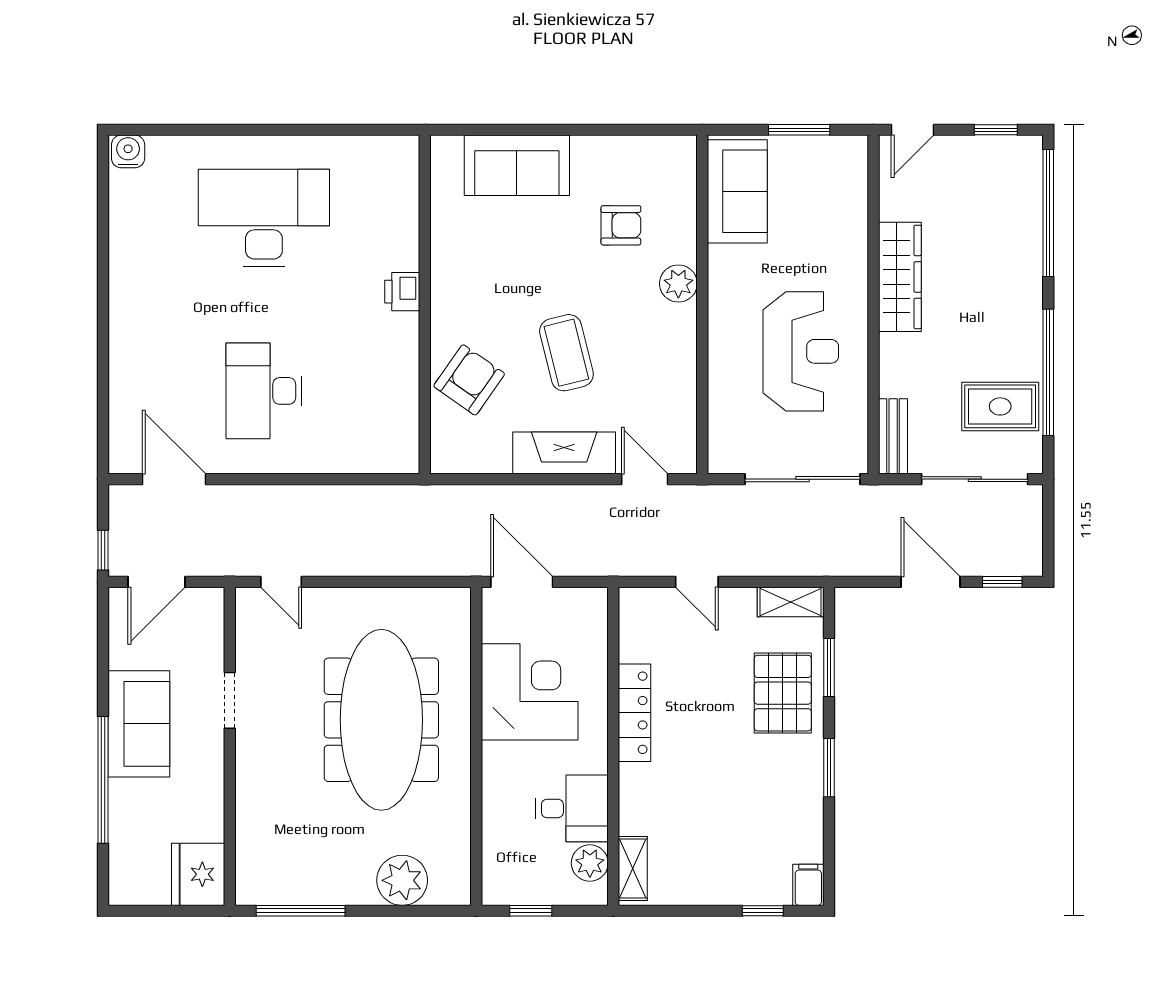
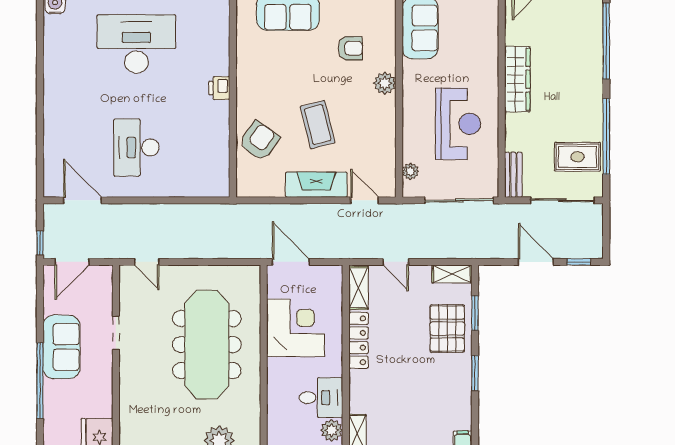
plant: (721, 431) -> (410, 171), added
shelving: (635, 625) -> (358, 288), added

